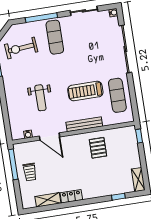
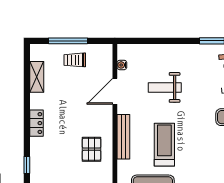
pallet: (98, 148) -> (92, 149), turned 90
window: (13, 164) -> (68, 41), moved
locker: (71, 196) -> (36, 123), moved

